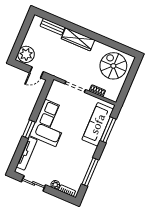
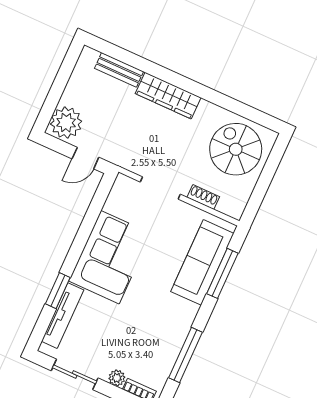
window: (29, 129) -> (58, 291), moved

